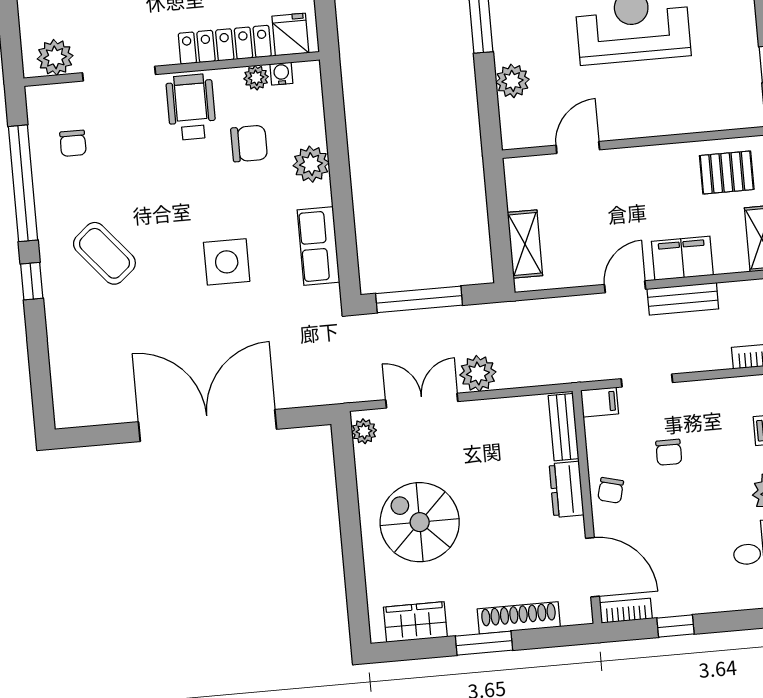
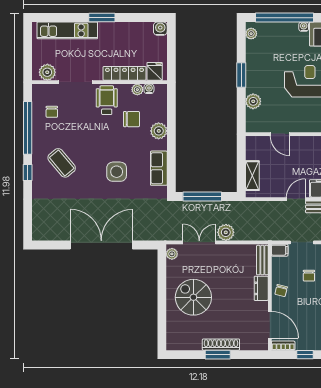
door: (578, 148) -> (280, 134), swing flipped
shoe rack: (519, 618) -> (221, 345), moved
wardrobe: (415, 622) -> (187, 342), removed

